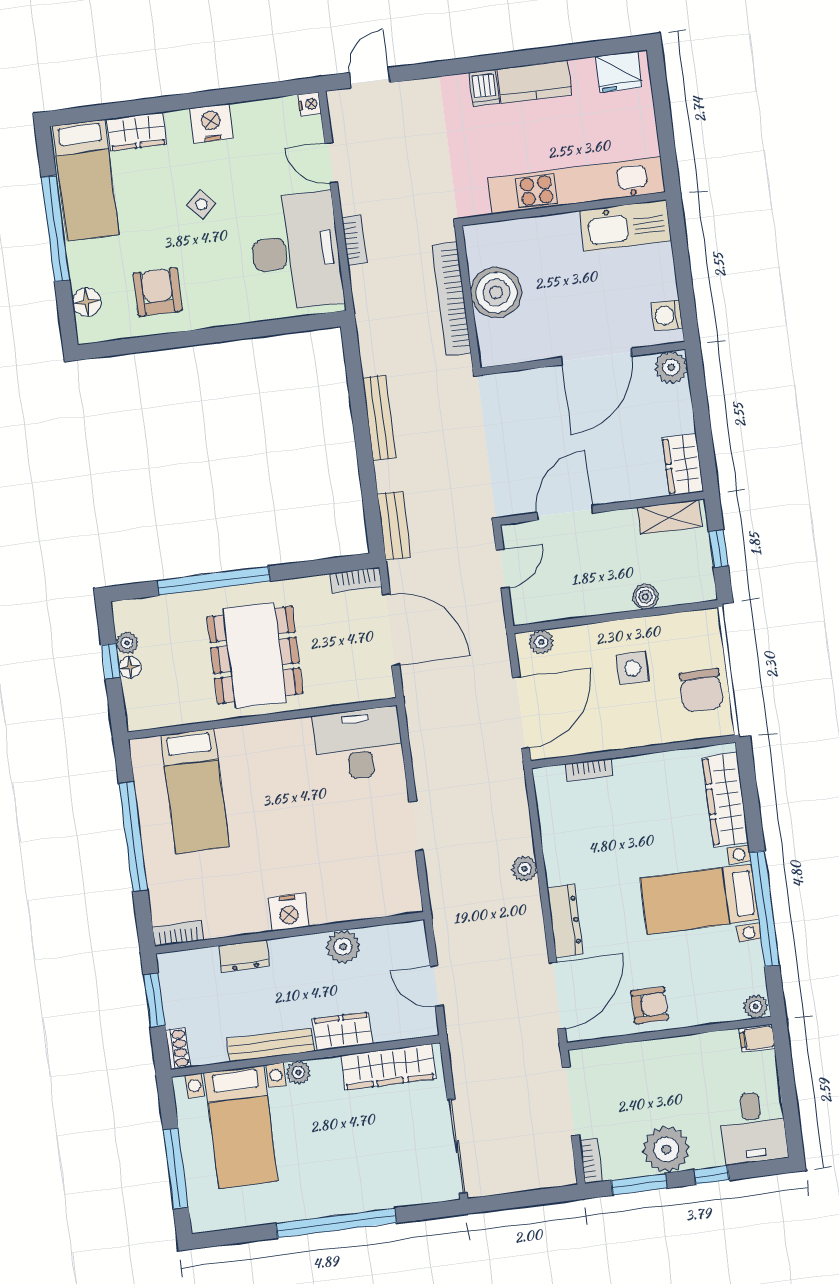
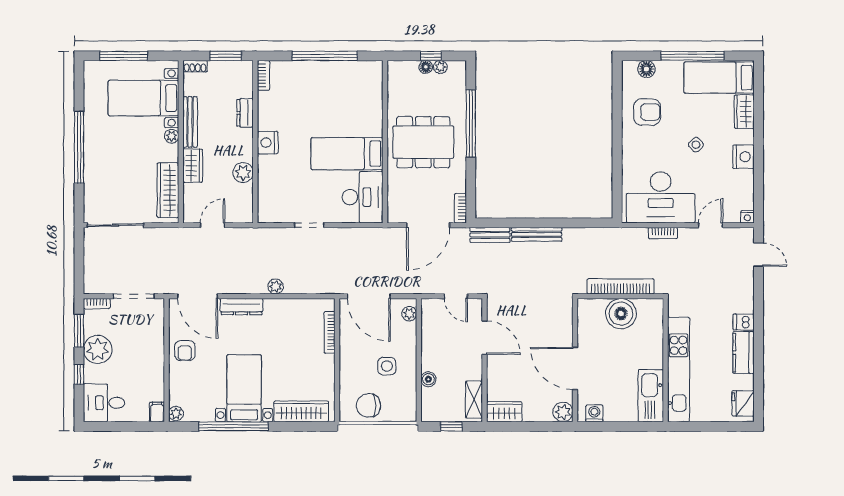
bench: (379, 418) -> (537, 234), moved
bookcase: (589, 770) -> (330, 332), width x1.56
bed: (195, 791) -> (347, 154), moved

